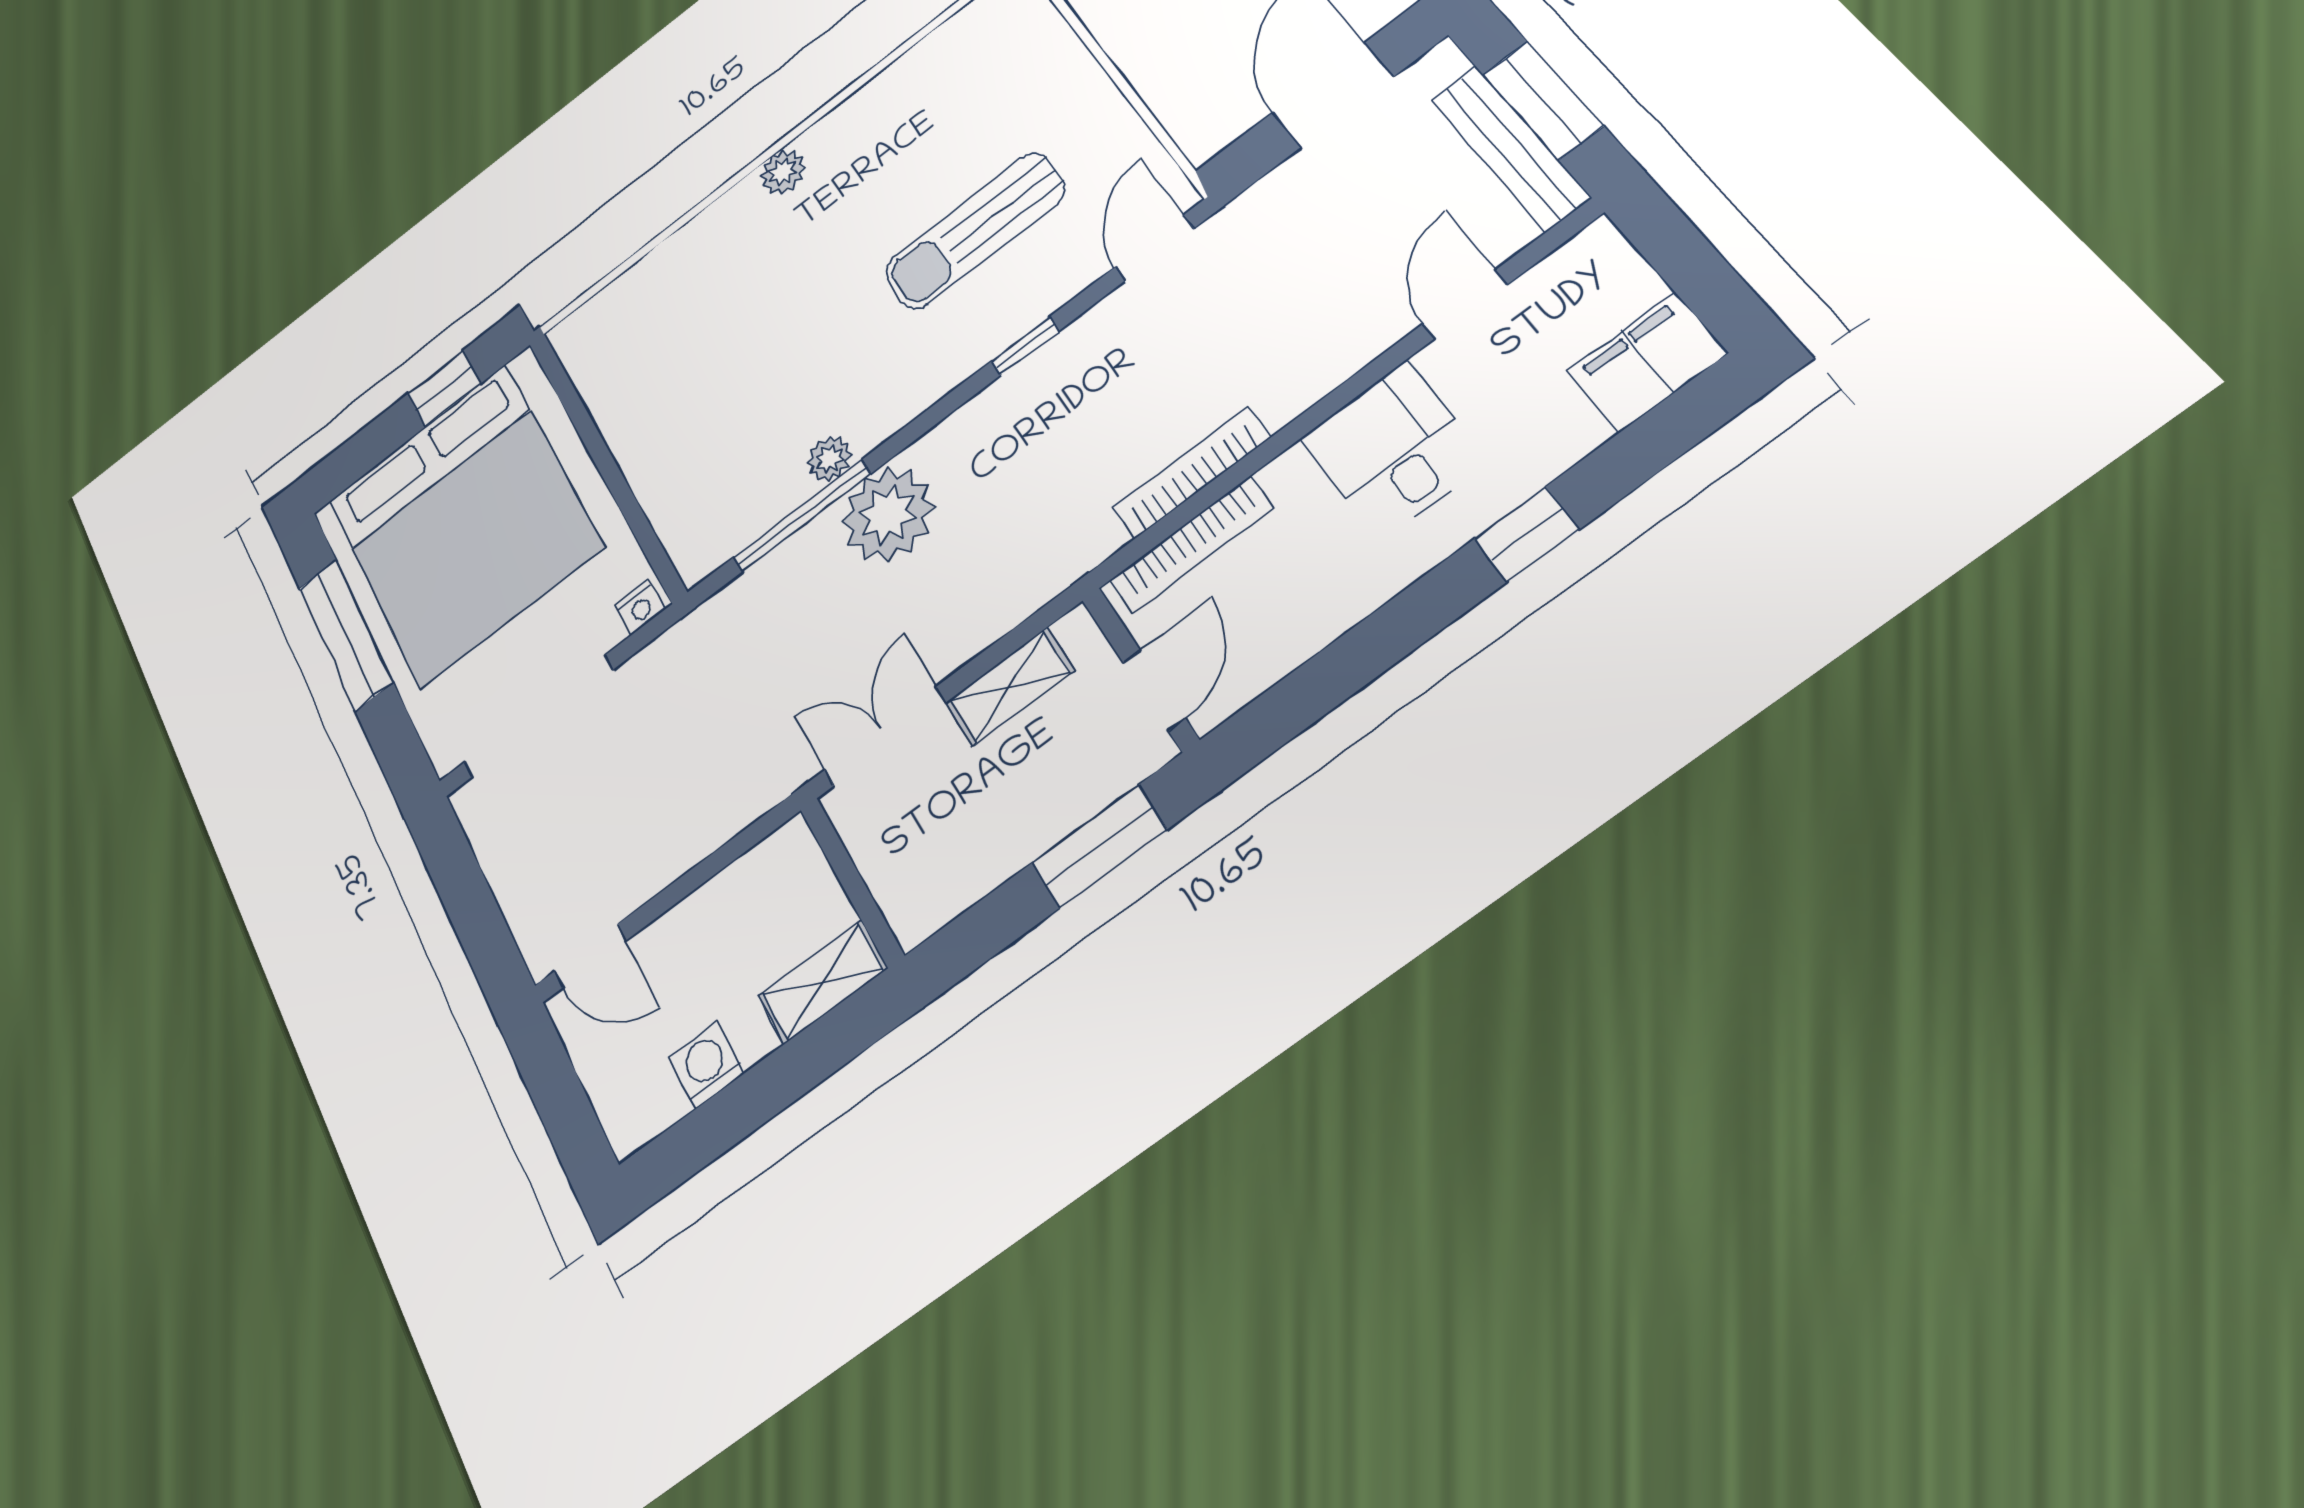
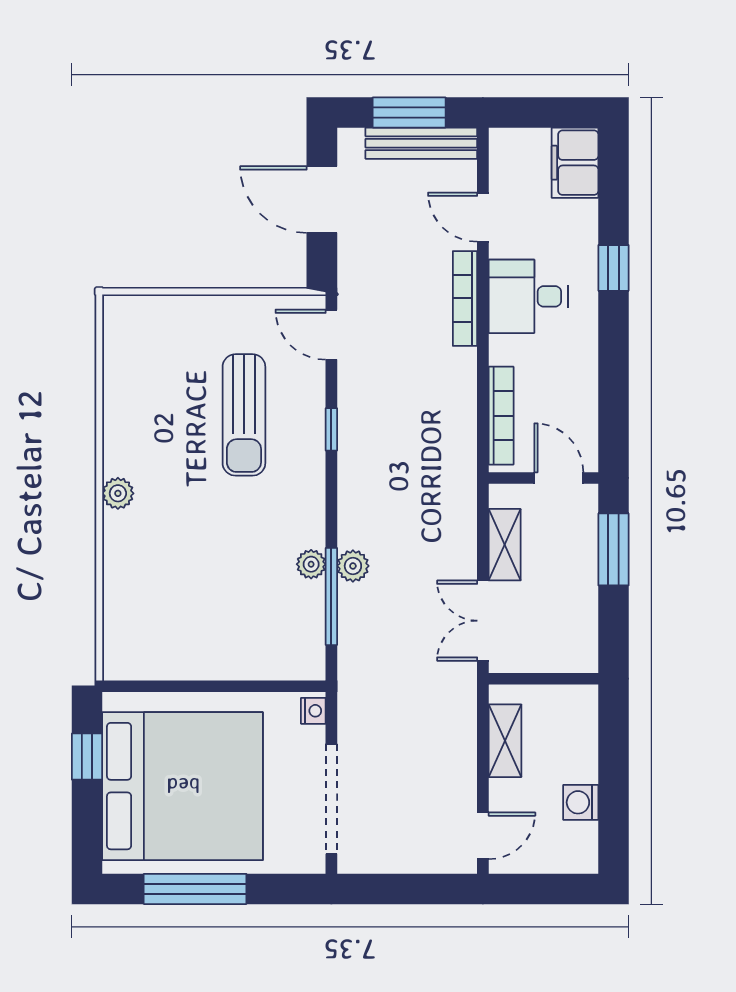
bookcase: (1191, 473) -> (465, 298), moved
plant: (888, 515) -> (353, 566), width x0.53, depth x0.53
shelving: (823, 982) -> (505, 741), moved

